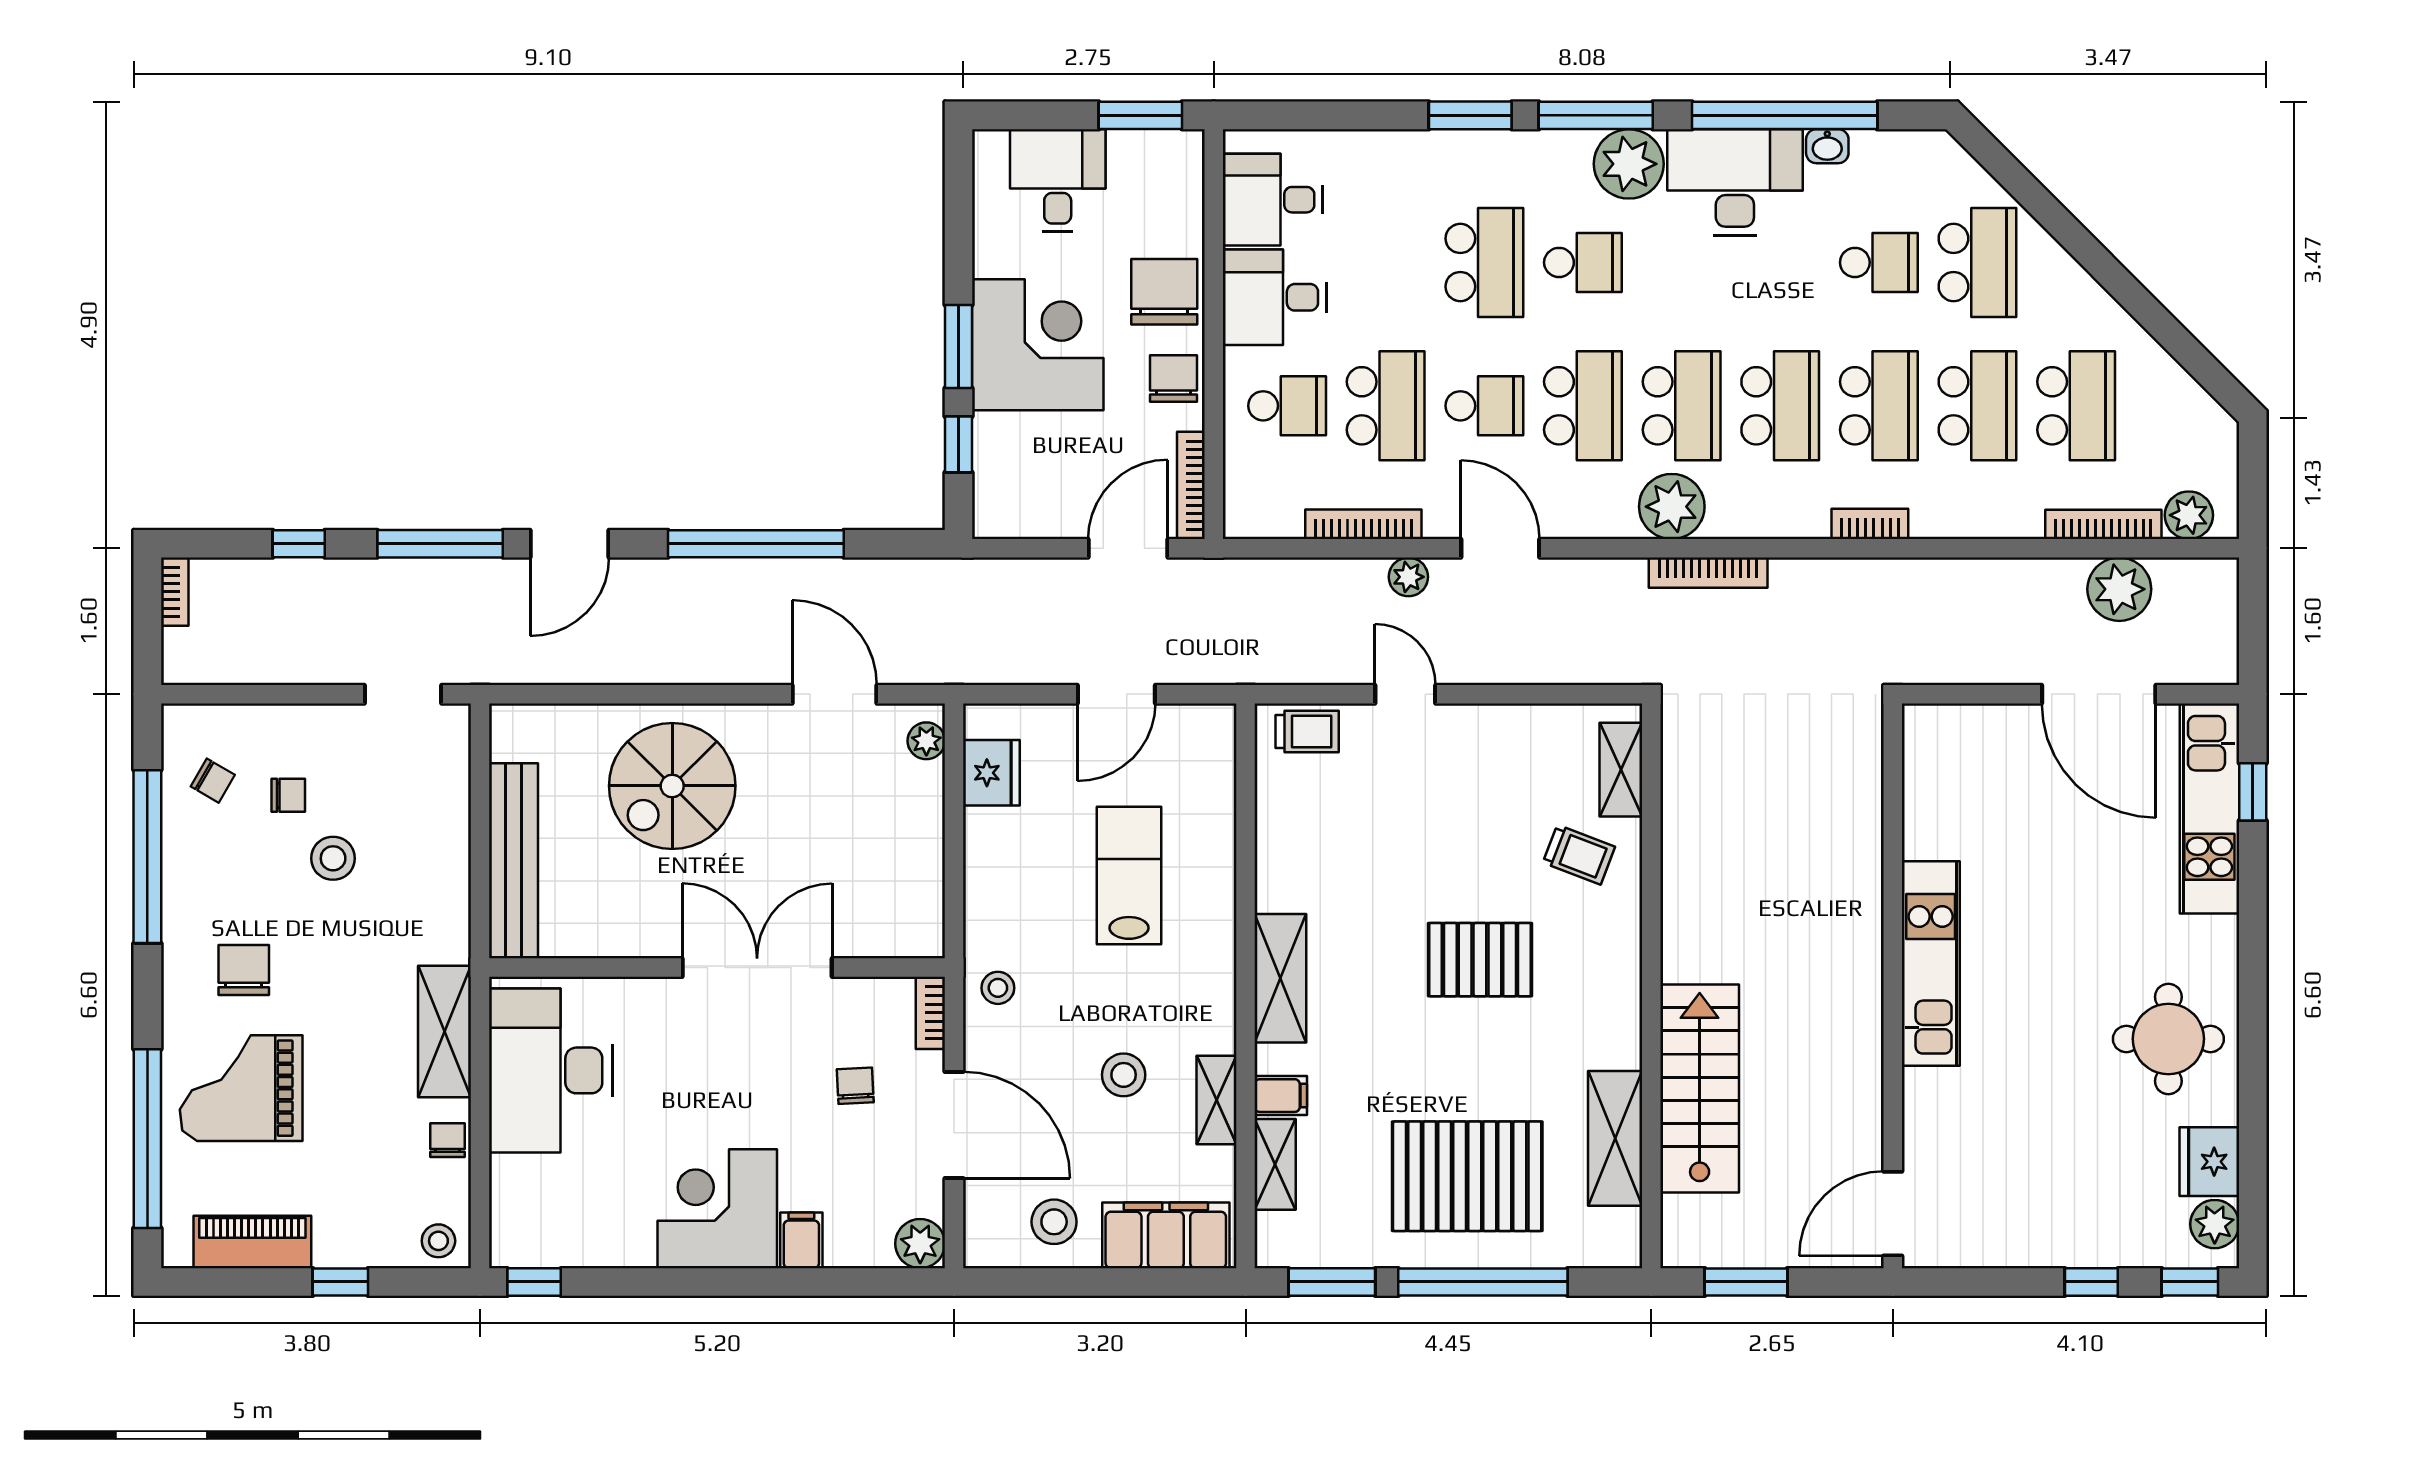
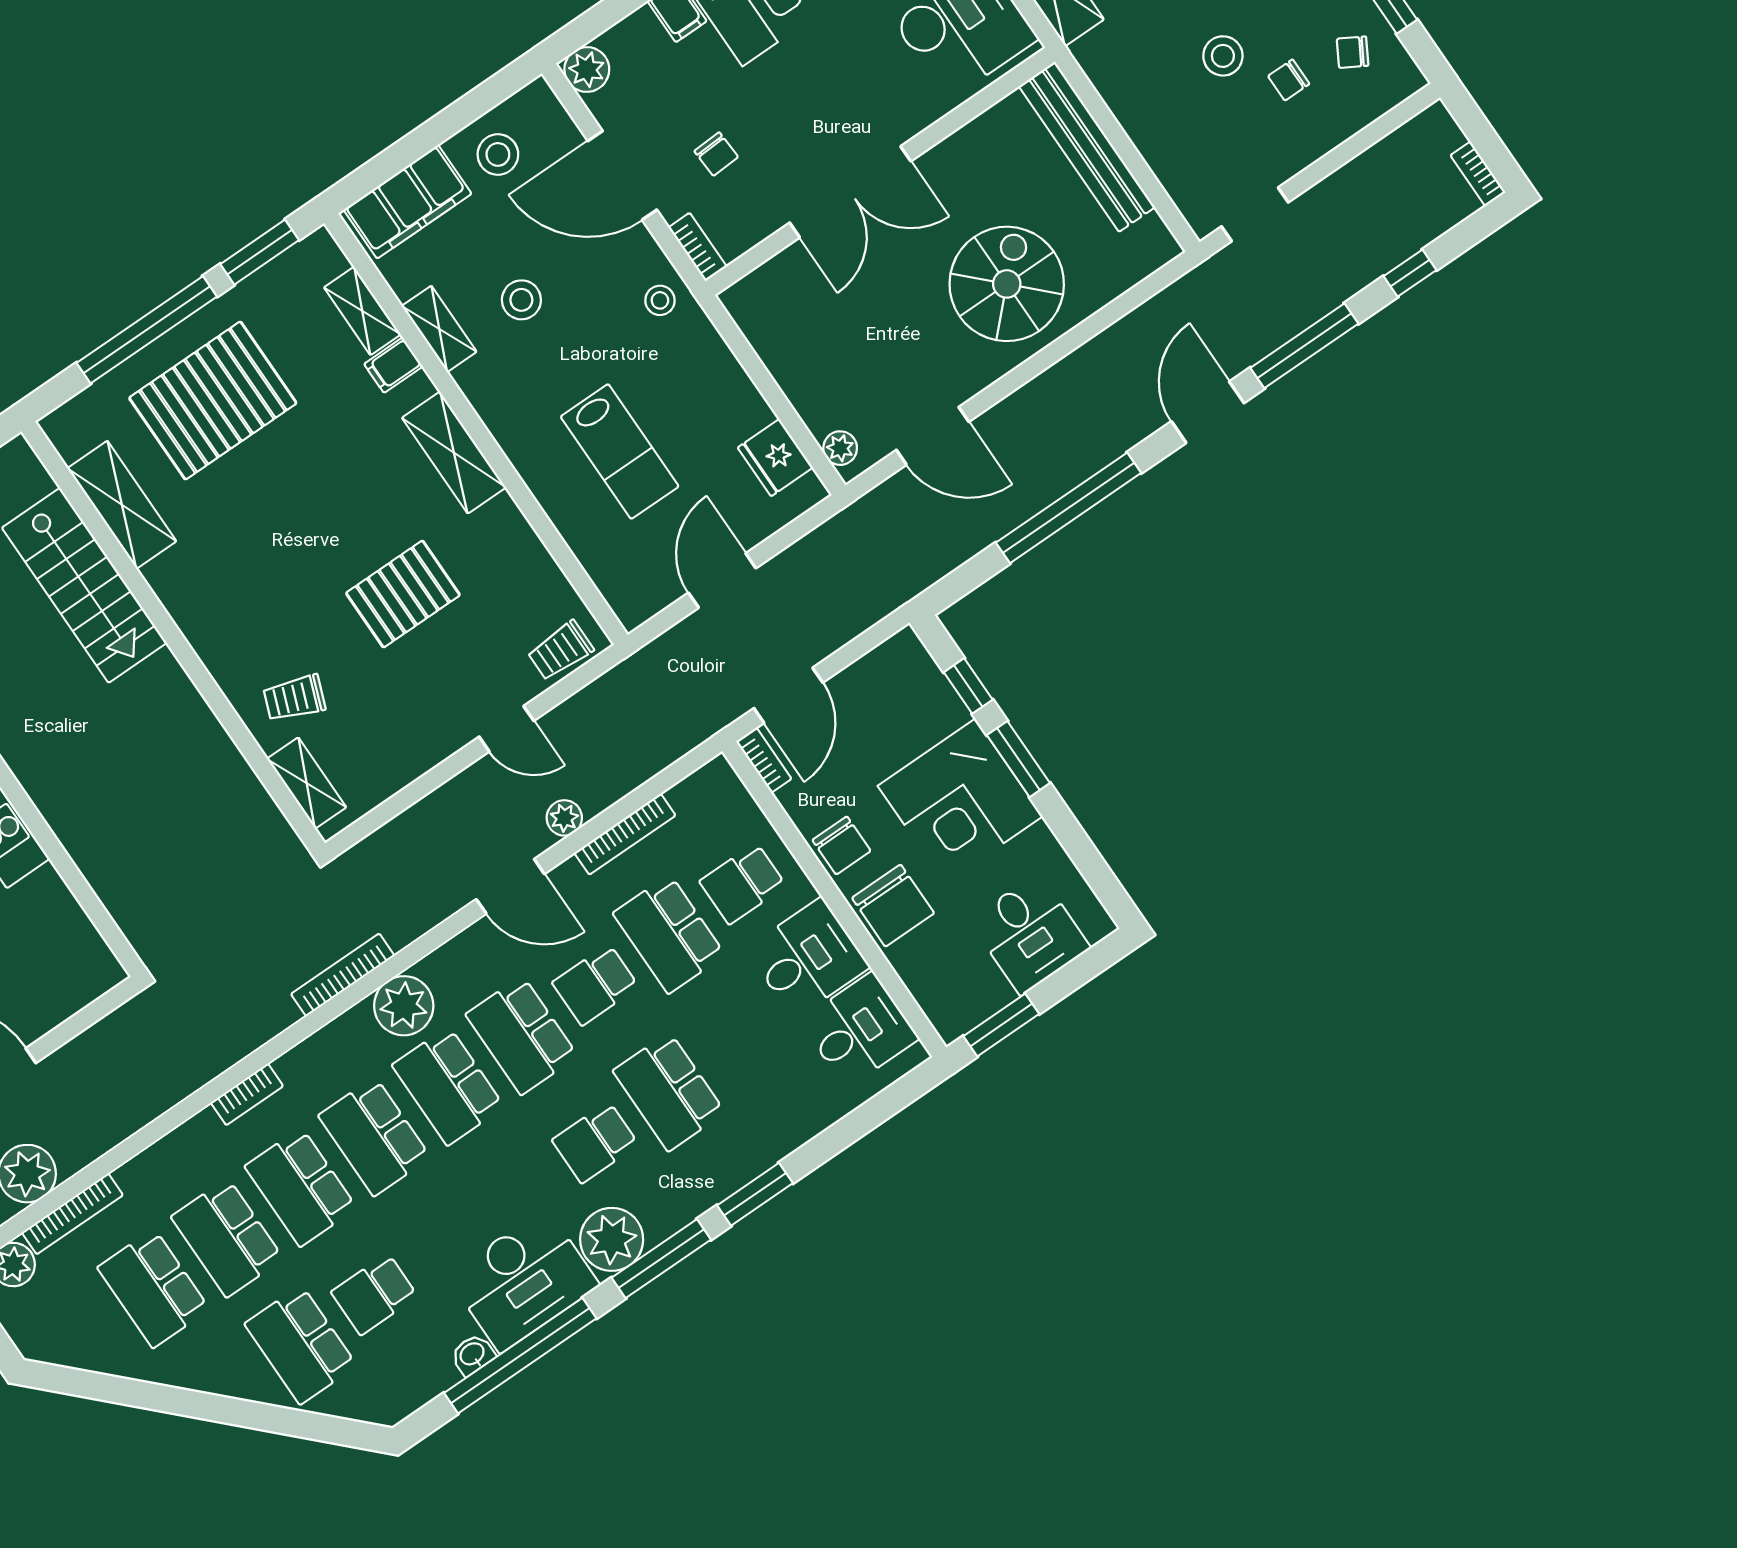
bookcase: (1191, 485) -> (764, 760), width x0.64
pallet: (1480, 960) -> (403, 594), moved

